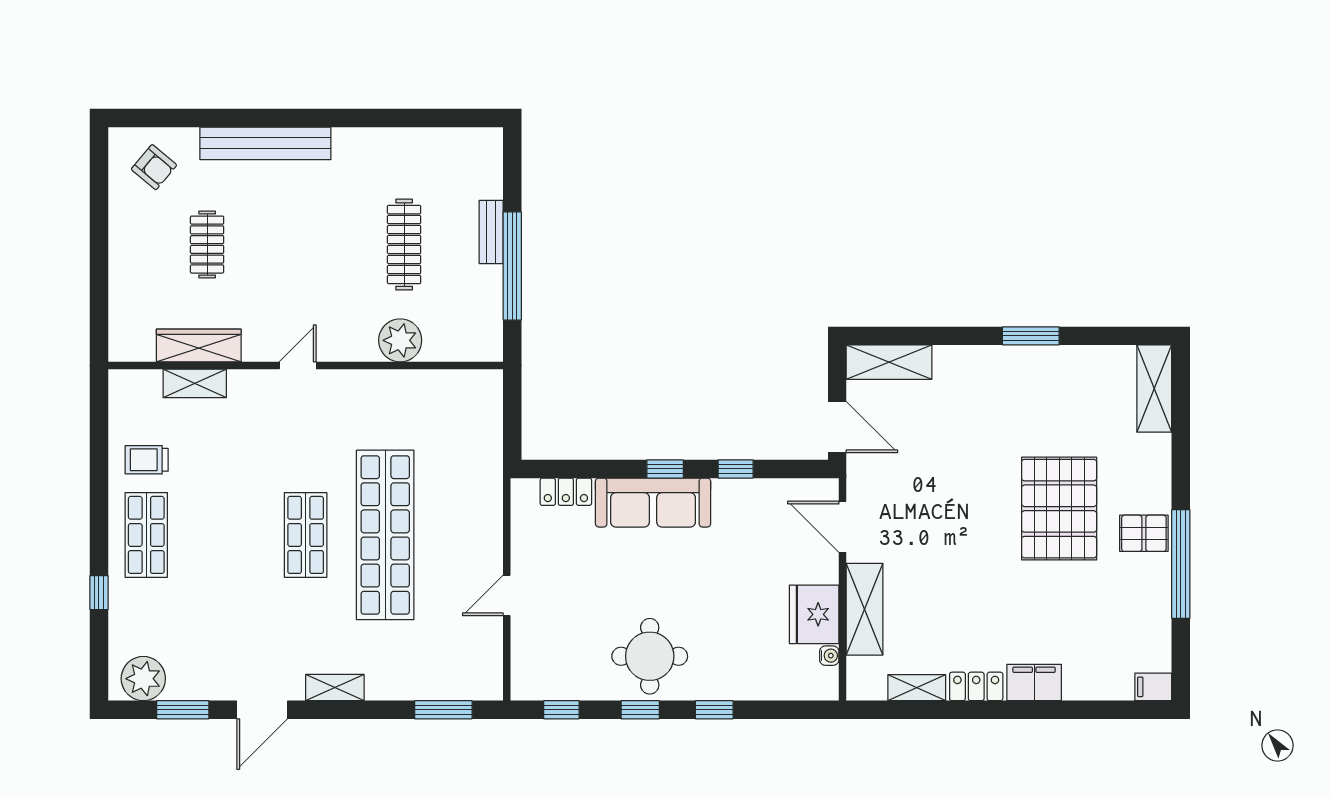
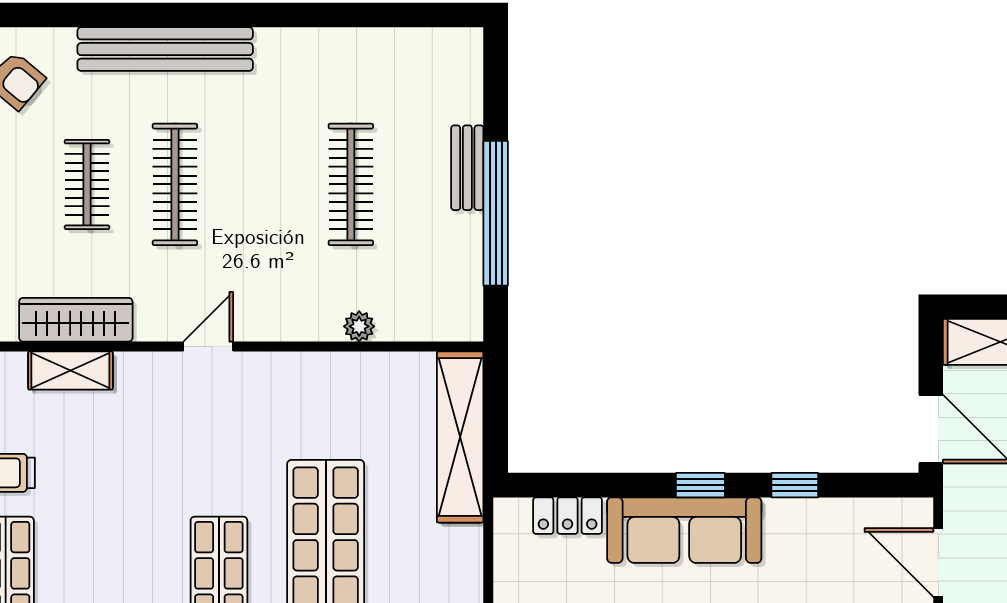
clothes rail: (273, 245) -> (175, 184), added
plant: (400, 340) -> (359, 326), width x0.53, depth x0.53
shelving: (486, 433) -> (460, 437), added

